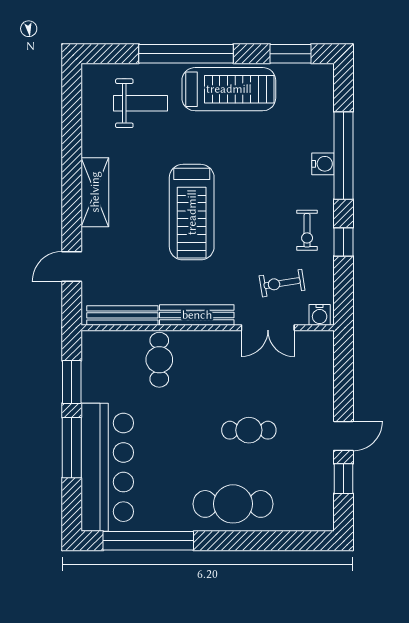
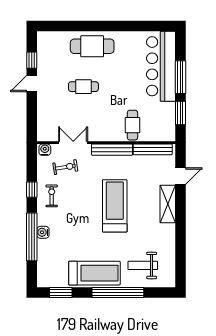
treadmill: (229, 89) -> (94, 273), turned 180
shelving: (95, 192) -> (168, 204), moved
window: (148, 541) -> (138, 26), removed

